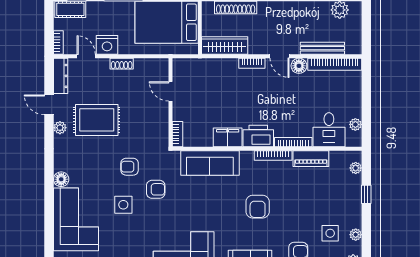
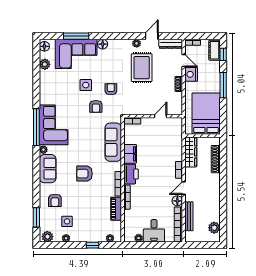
door: (86, 56) -> (184, 61), hinge flipped
desk: (329, 130) -> (154, 231), moved, turned -90
window: (49, 219) -> (76, 36), added

